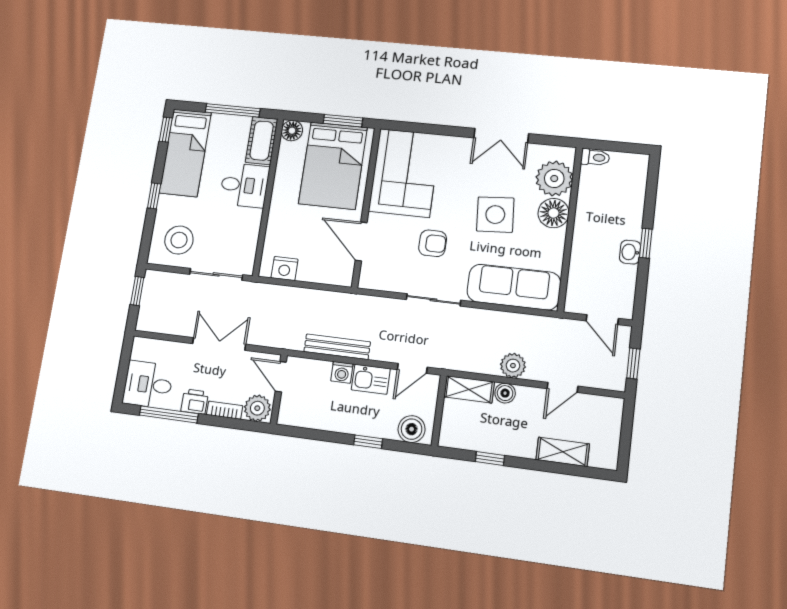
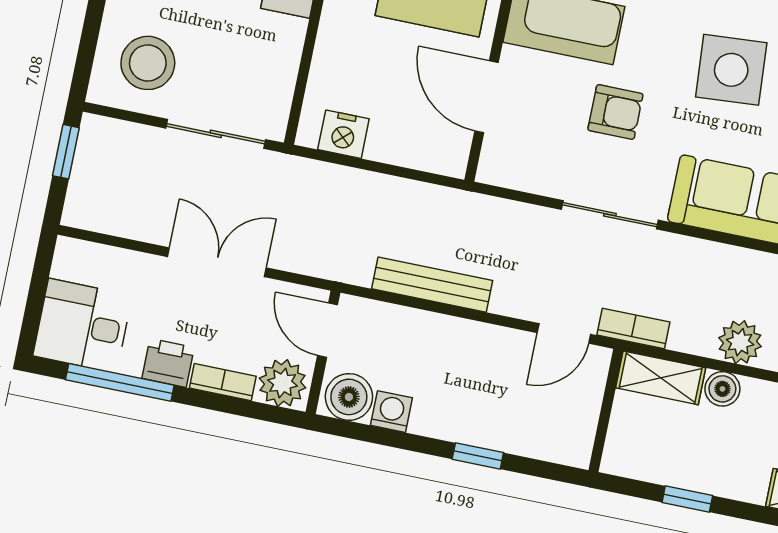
bookcase: (451, 363) -> (633, 329), added
washing machine: (342, 372) -> (391, 412), moved, turned 180
kitchen sink: (371, 379) -> (489, 347), removed
boiler: (412, 429) -> (349, 397), moved

